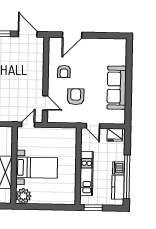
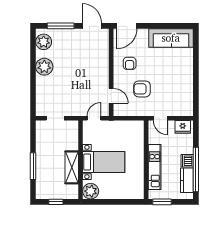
door: (72, 35) -> (127, 26), moved
sofa: (117, 88) -> (171, 38), moved, turned -90
armchair: (76, 97) -> (142, 89), turned -90

